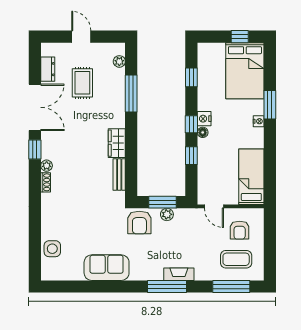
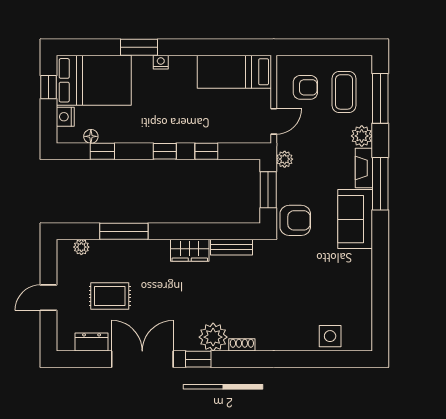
nightstand: (204, 119) -> (65, 117), moved, turned 90
floor lamp: (203, 132) -> (91, 136), moved
plant: (47, 166) -> (213, 337), width x1.88, depth x1.88
plant: (167, 214) -> (285, 159), moved
sofa: (107, 268) -> (355, 219), moved
plant: (203, 273) -> (362, 136), added

